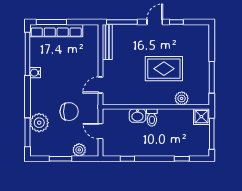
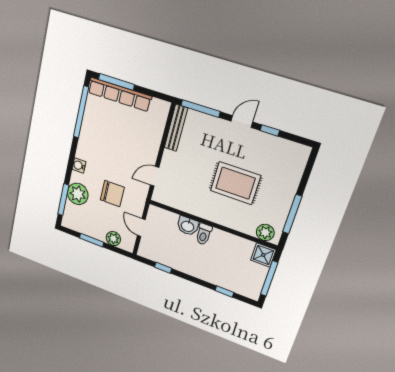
water cooler: (35, 73) -> (79, 166), moved
plant: (182, 98) -> (265, 232), moved

